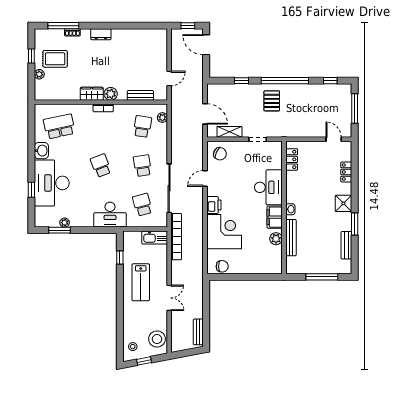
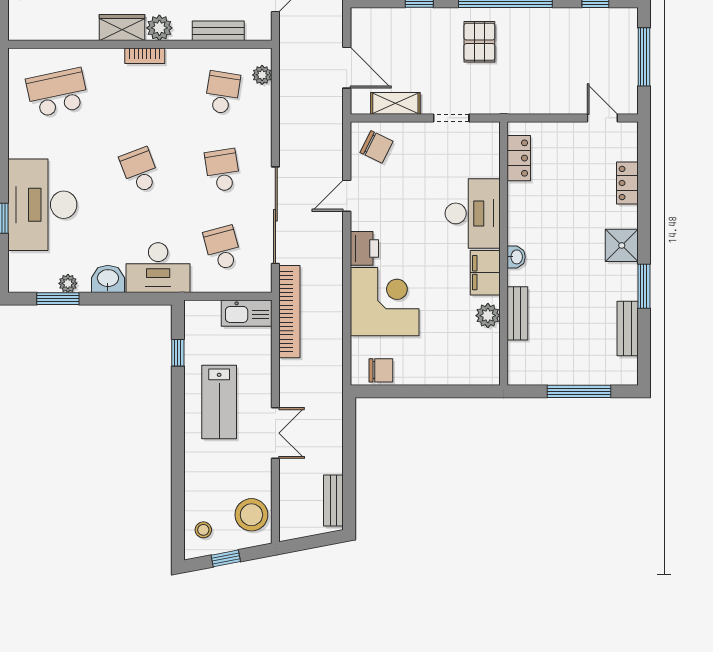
washbasin: (41, 151) -> (108, 279), moved, turned -90
bench: (291, 238) -> (517, 313), width x0.73

